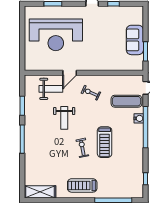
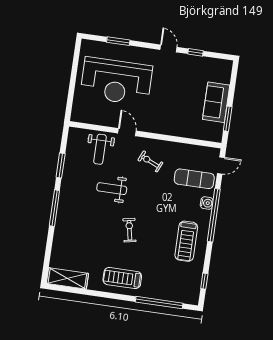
door: (70, 73) -> (127, 132), swing flipped
weight bench: (51, 89) -> (100, 149), turned 90
weight bench: (64, 118) -> (112, 189), turned 90
treadmill: (105, 142) -> (186, 241), moved

